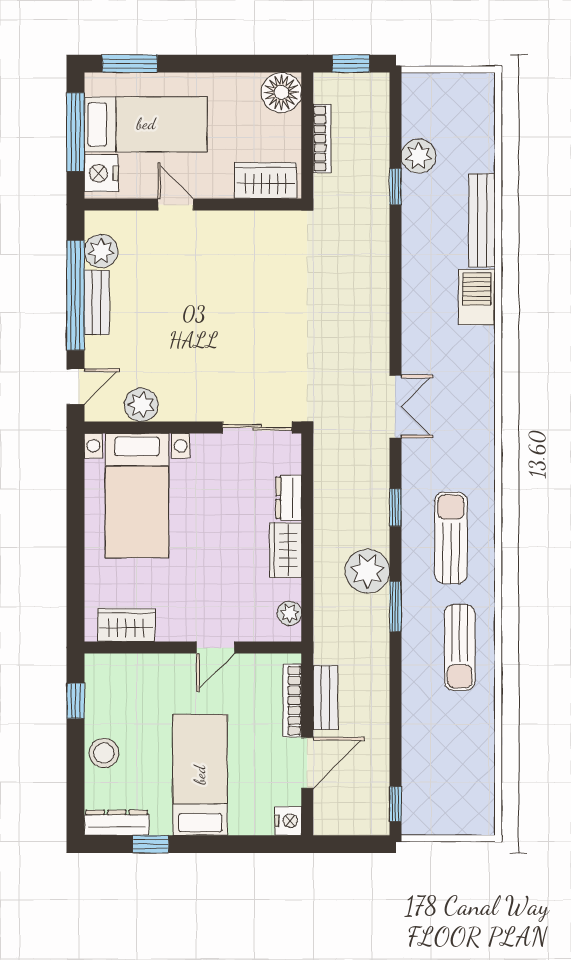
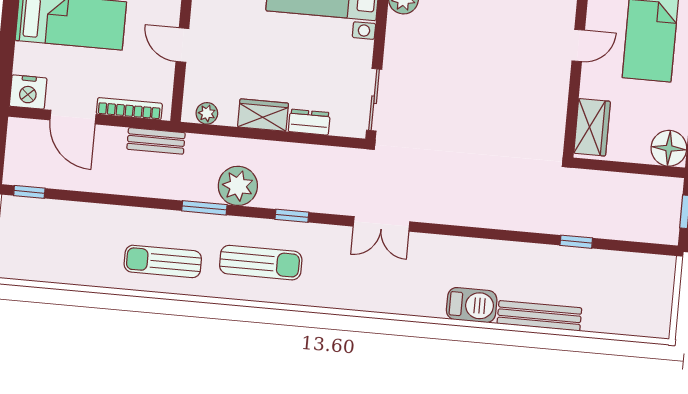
bookcase: (322, 138) -> (625, 181), removed
plant: (418, 156) -> (601, 265), removed
bench: (325, 698) -> (156, 141), moved
nightstand: (288, 821) -> (28, 92), width x1.36, depth x1.33

